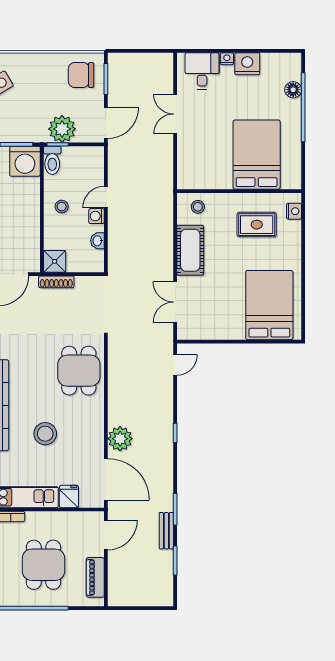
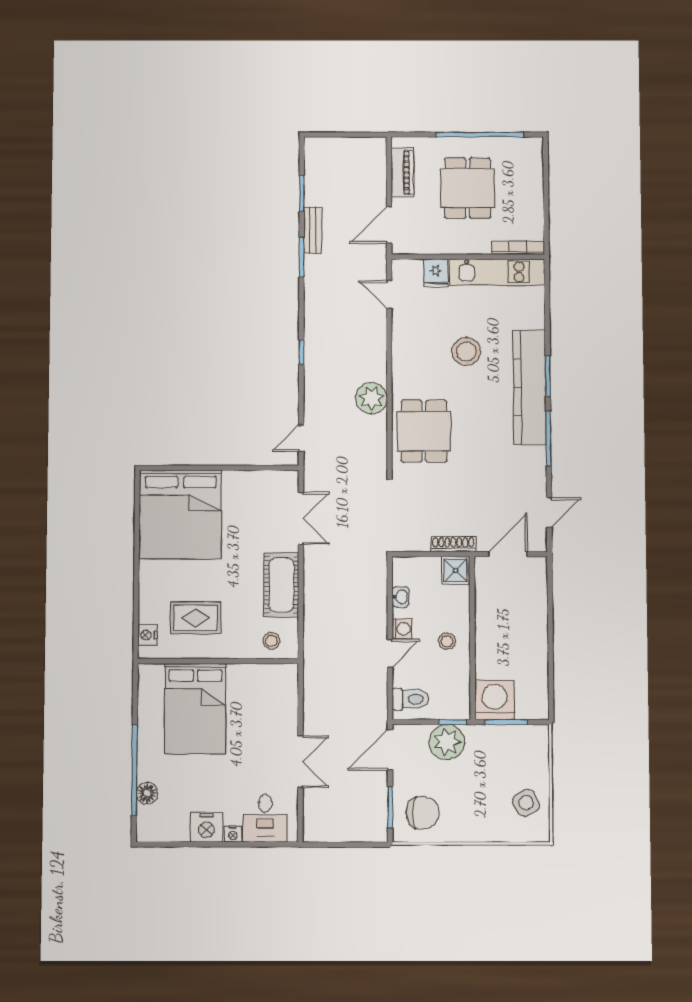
toilet: (52, 160) -> (411, 699), moved, turned 90
bed: (269, 305) -> (180, 514), width x1.36
plant: (120, 439) -> (371, 398), moved
door: (106, 479) -> (389, 294), width x0.53

